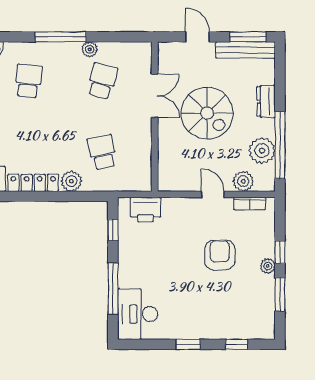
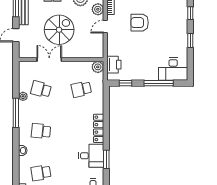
plant: (71, 181) -> (98, 67), moved

